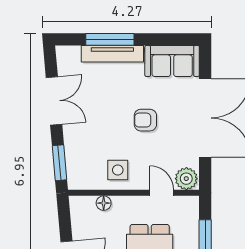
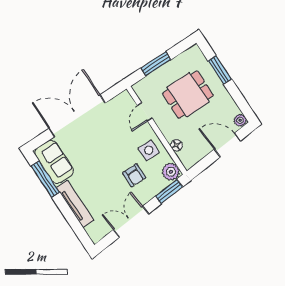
window: (110, 39) -> (45, 179), moved
armchair: (145, 120) -> (134, 175), moved
plant: (186, 179) -> (171, 172), moved

